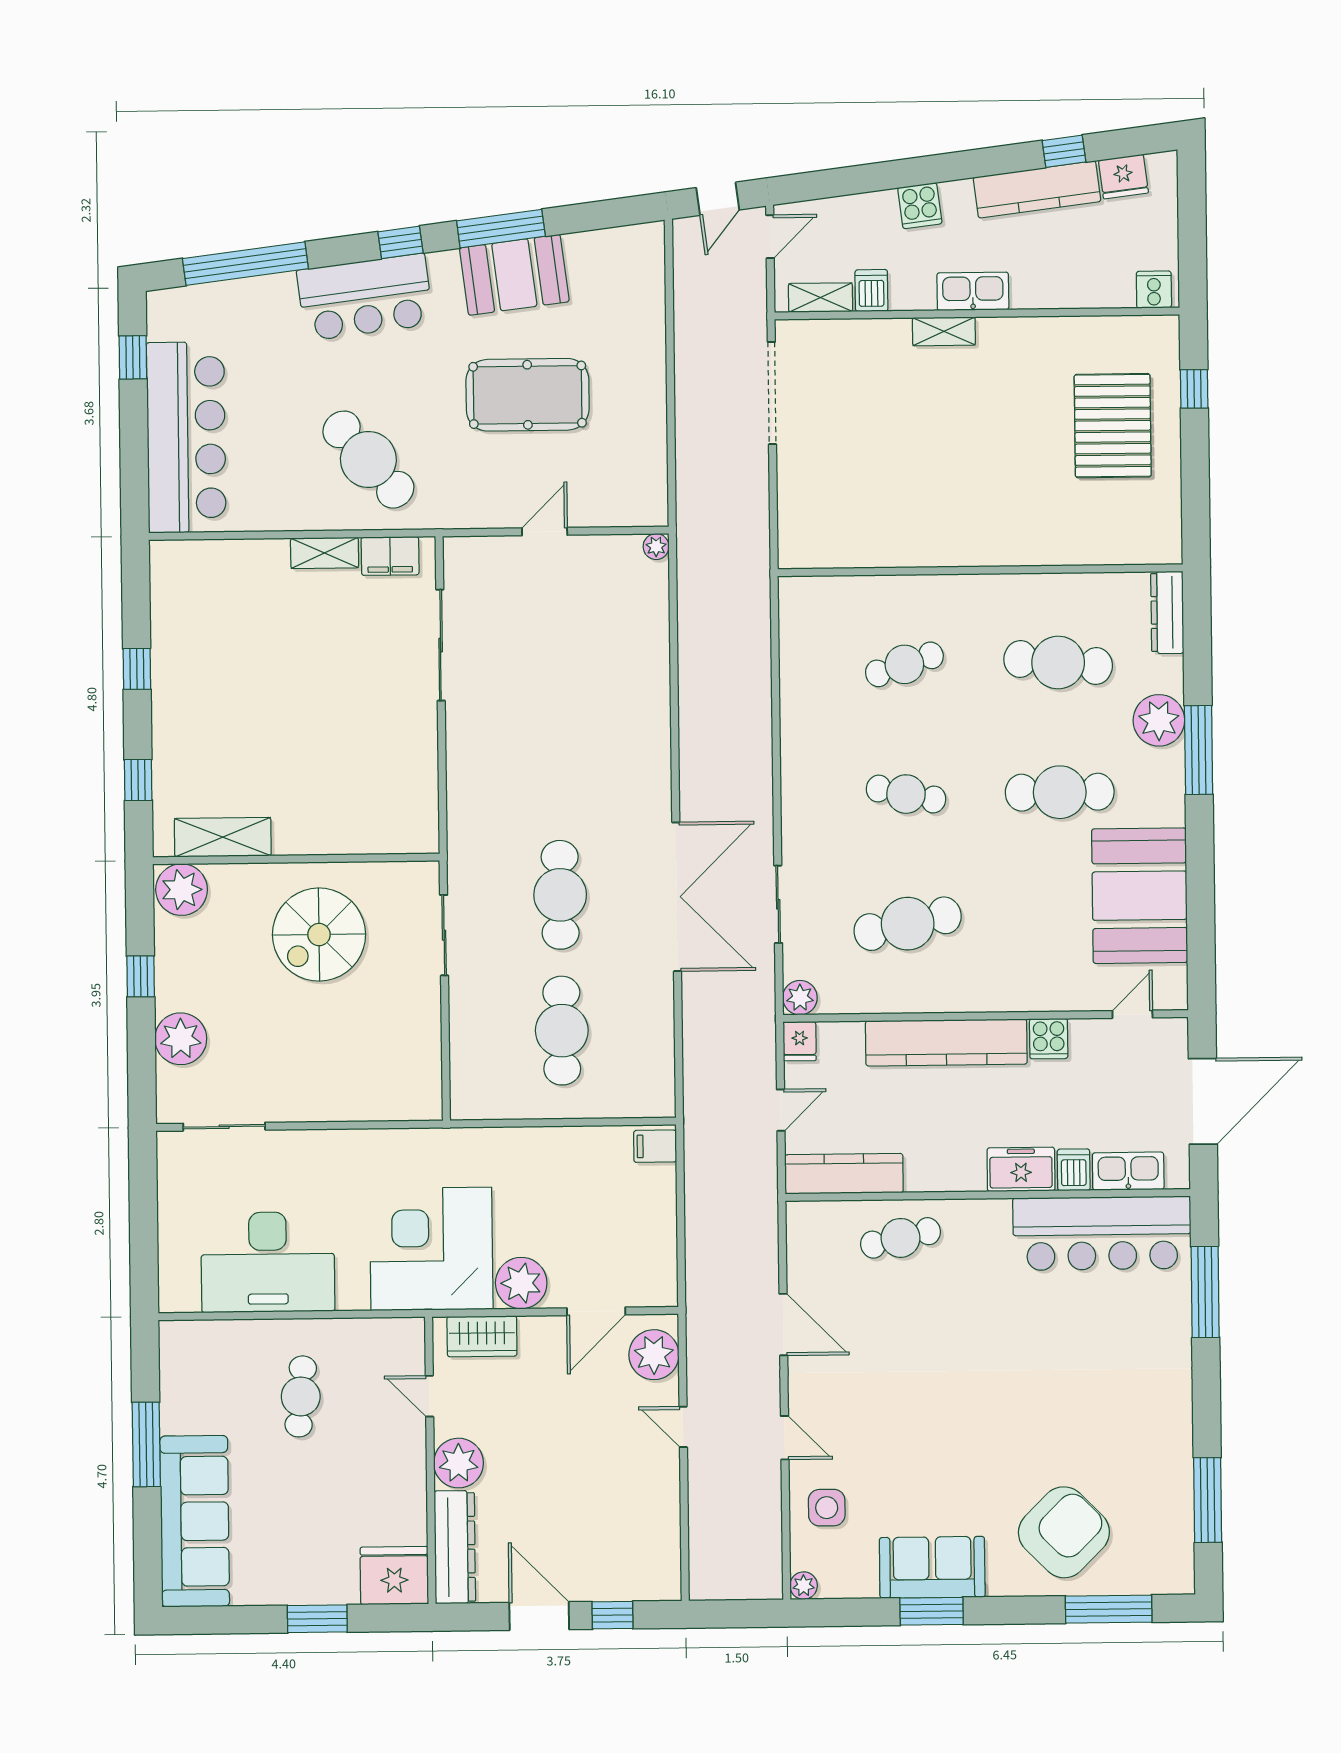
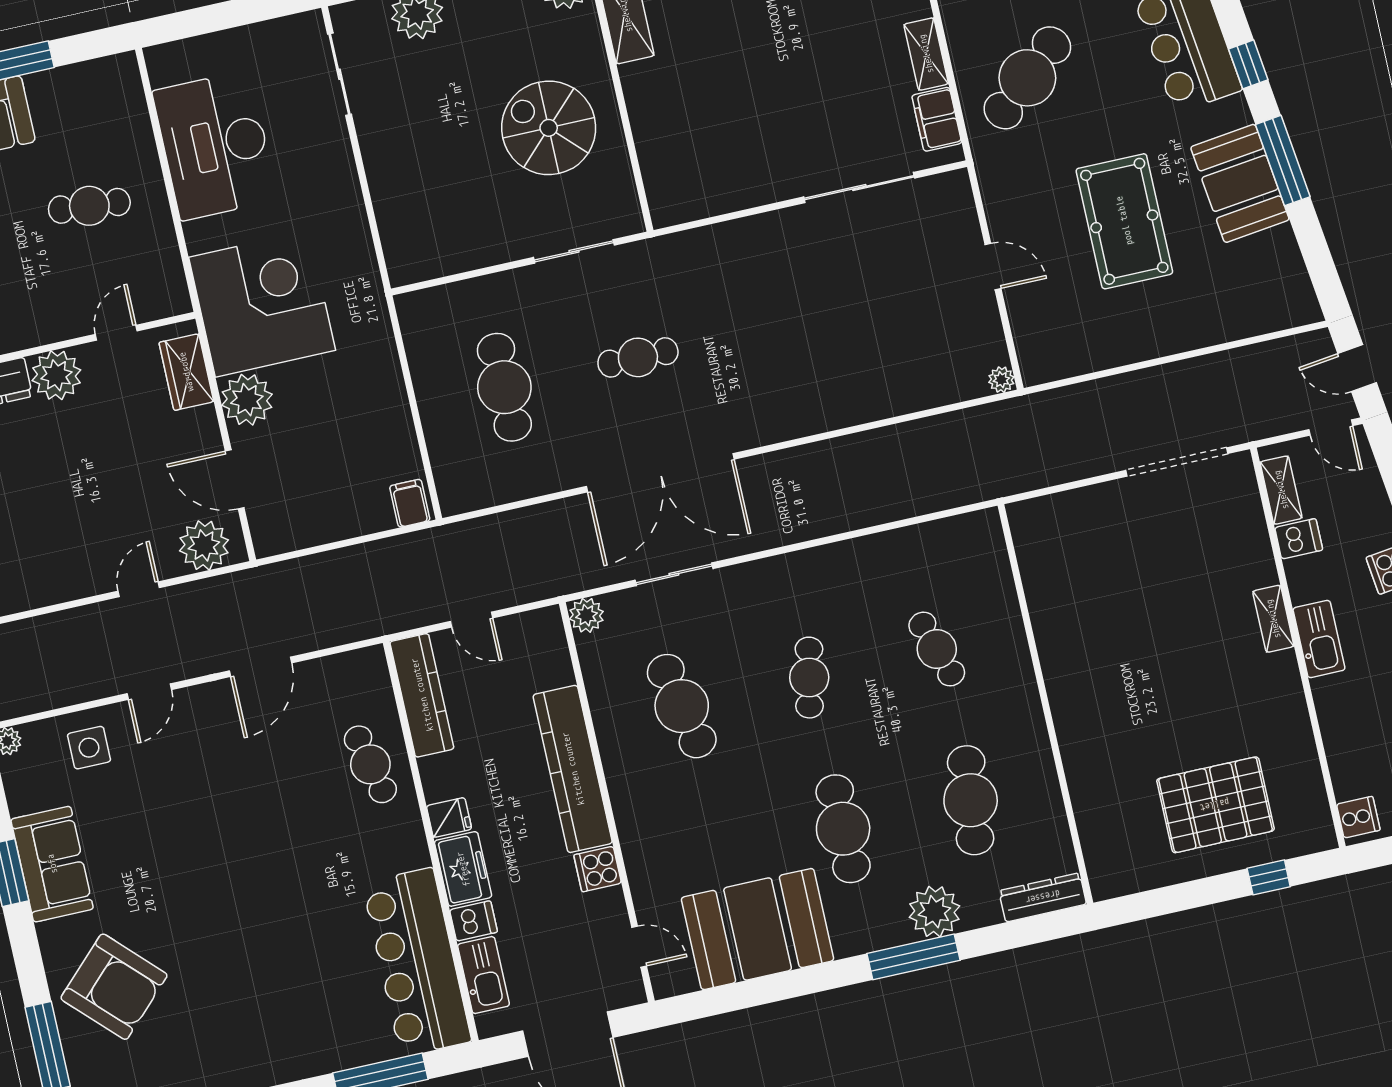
cafe table: (560, 895) -> (638, 357), width x0.73, depth x0.74
cafe table: (562, 1031) -> (504, 387), turned 90
fridge: (800, 1041) -> (449, 817), moved, turned 180

